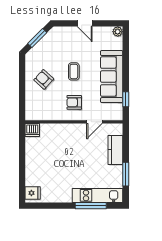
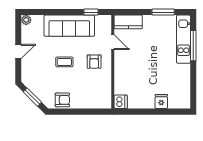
armchair: (44, 79) -> (62, 100), moved, turned -132
kitchen counter: (115, 150) -> (128, 22), moved
fridge: (33, 193) -> (161, 101), moved

